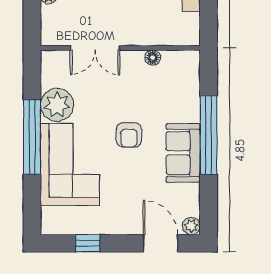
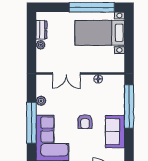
plant: (57, 105) -> (41, 101), width x0.53, depth x0.53
window: (208, 135) -> (129, 107), moved

